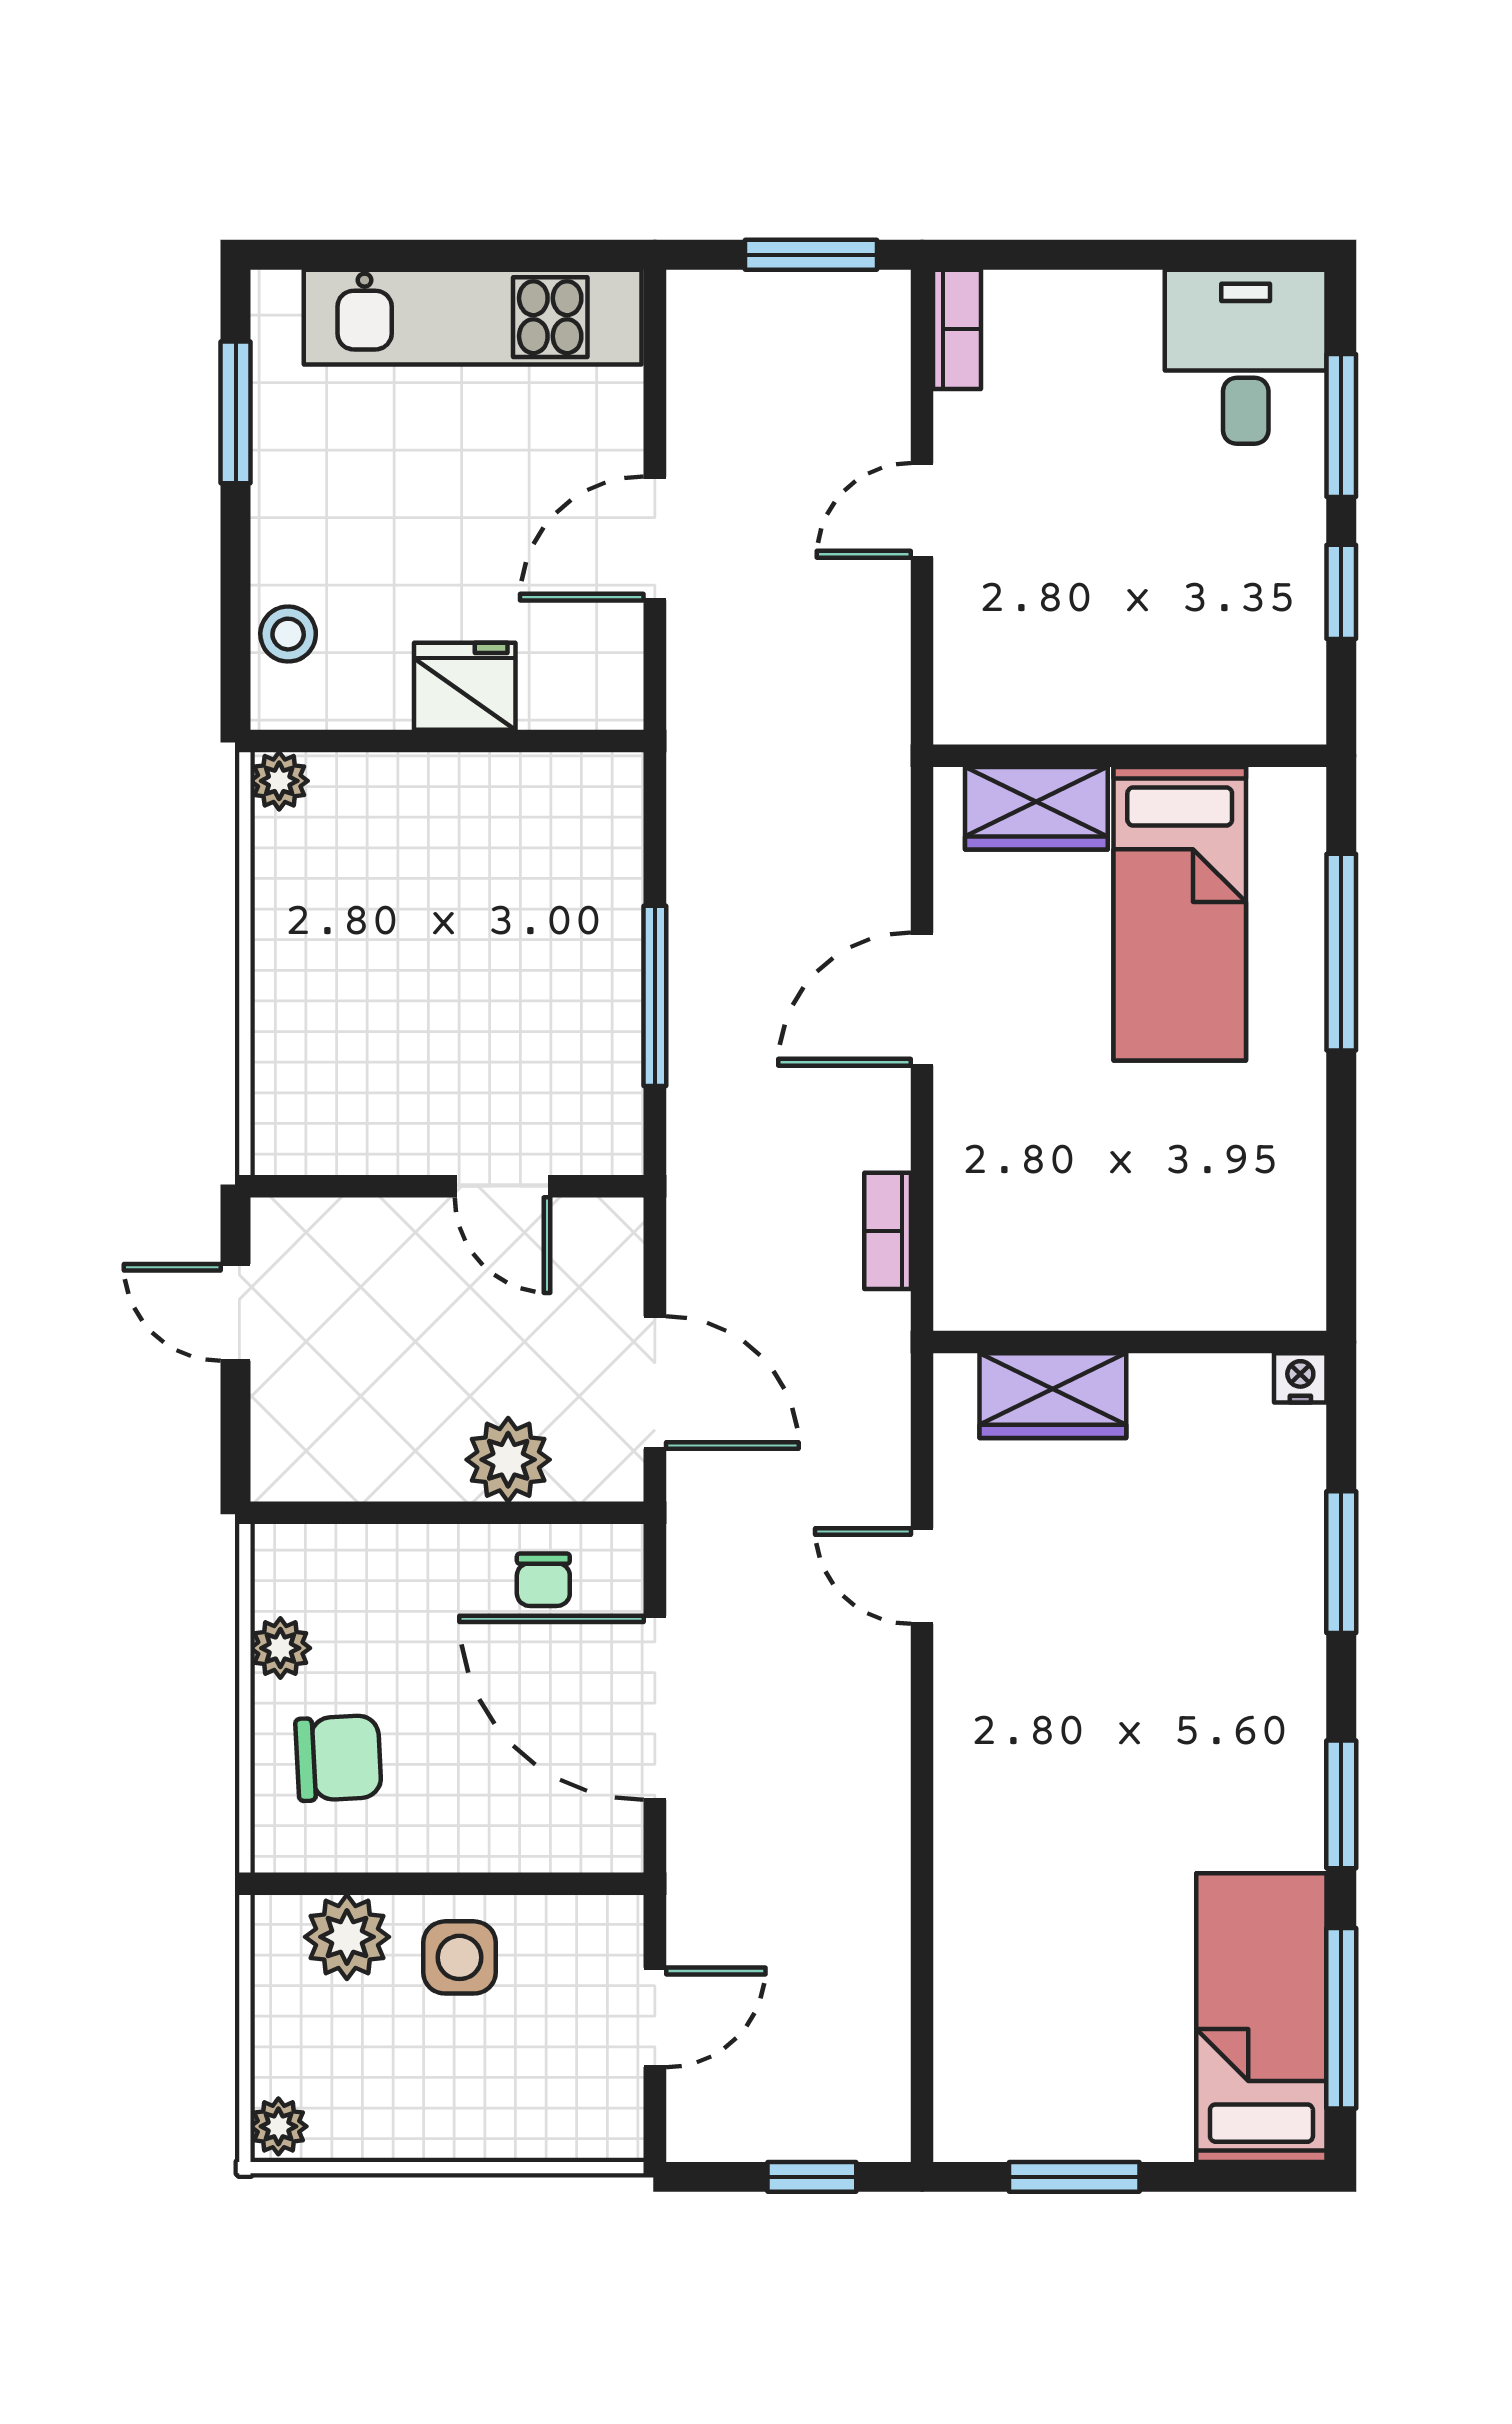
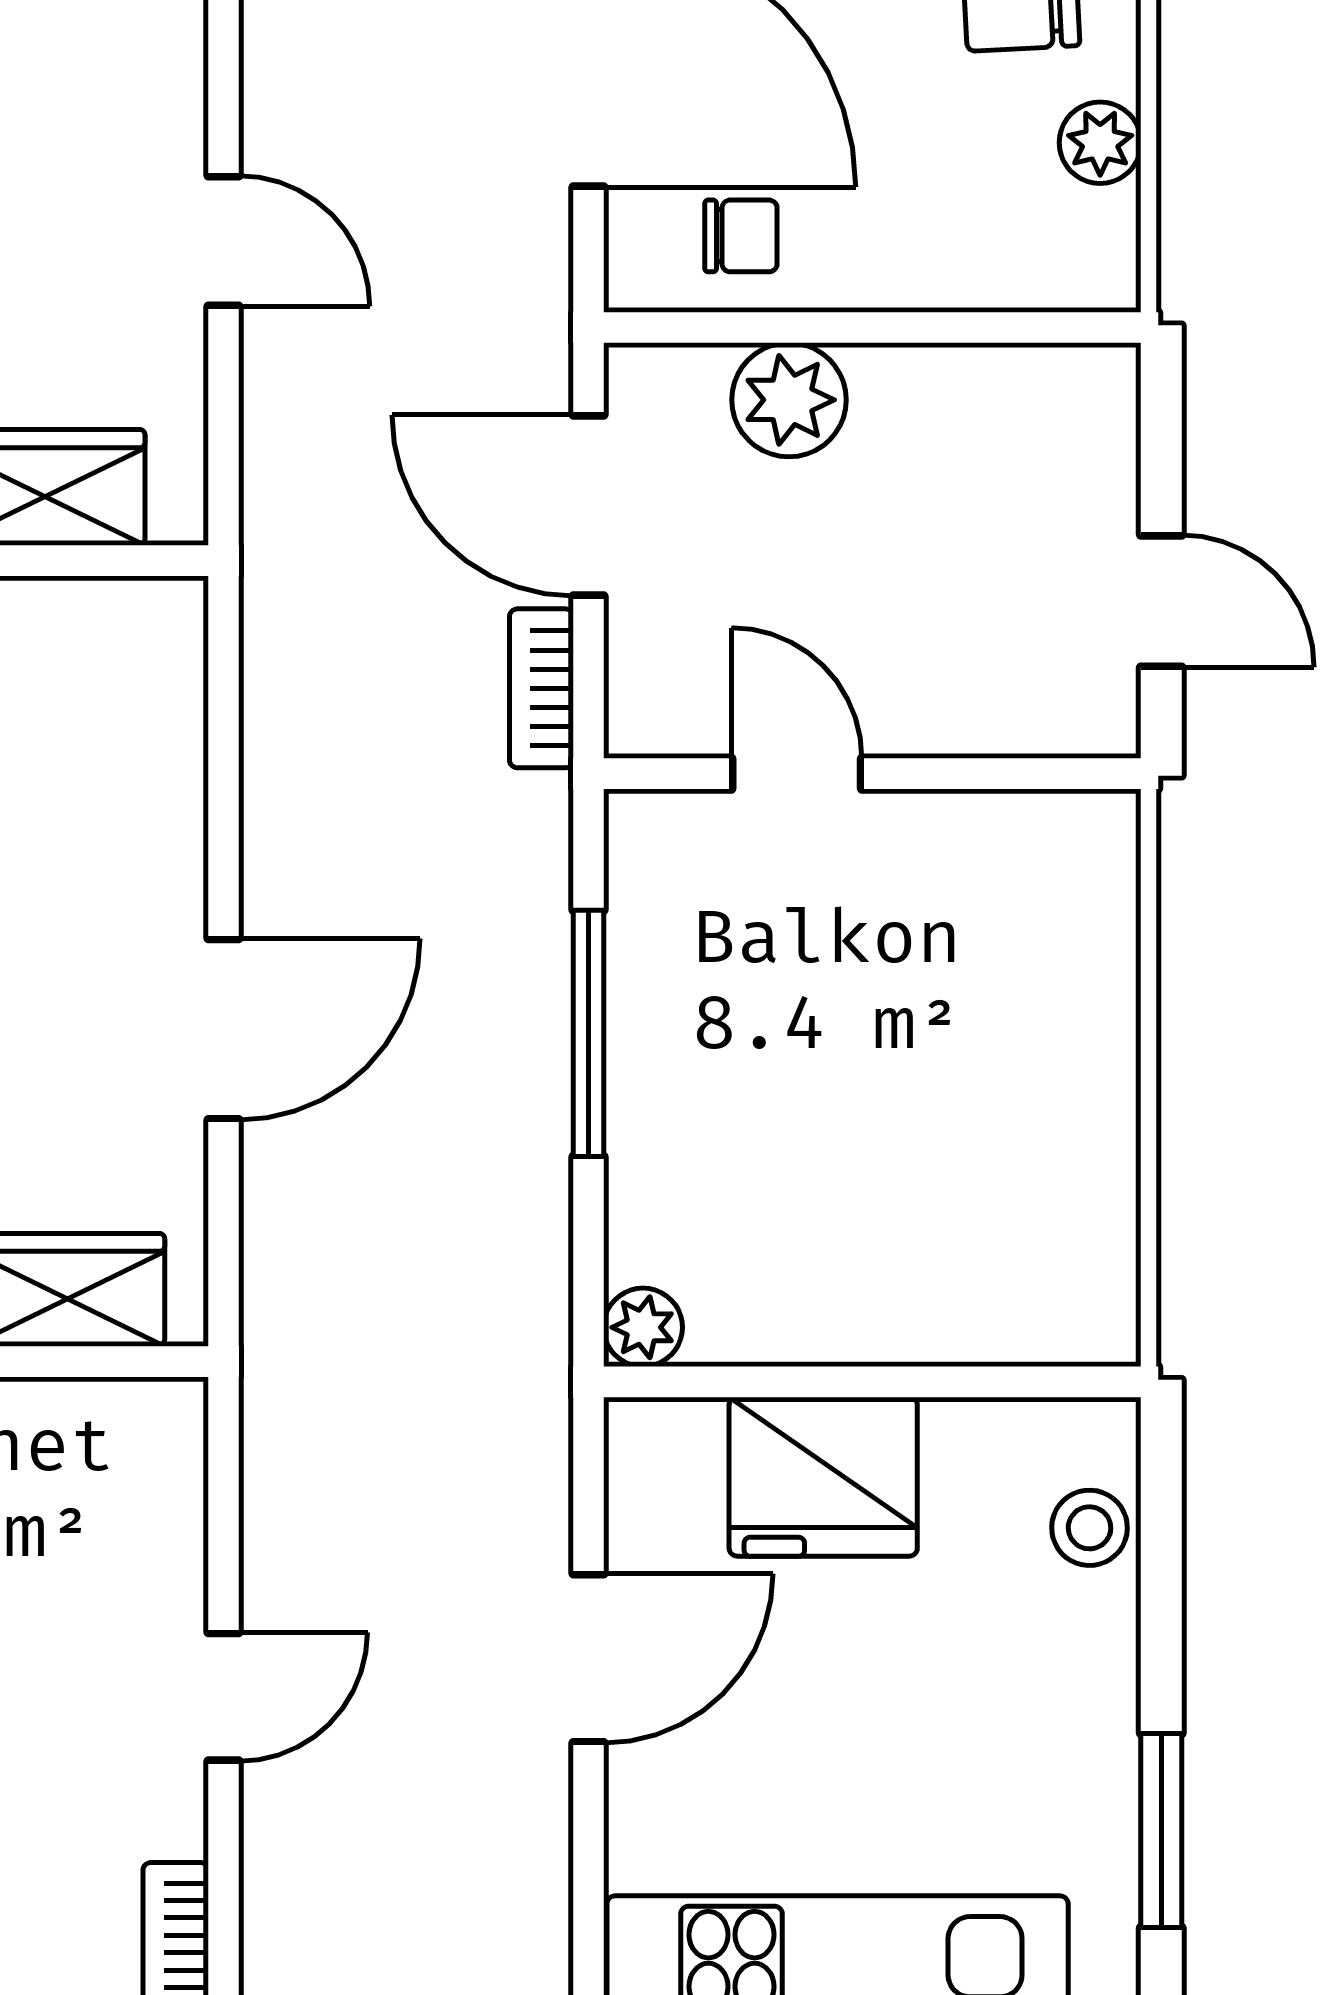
fridge: (465, 686) -> (823, 1477), width x1.36, depth x1.34
plant: (279, 781) -> (643, 1327), moved
bookcase: (888, 1231) -> (541, 688), moved, turned 180
chair: (543, 1580) -> (741, 236), turned 90

